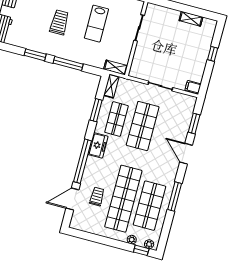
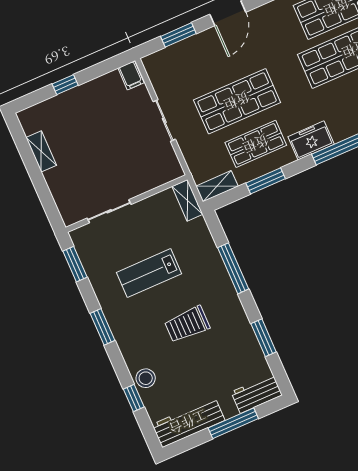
lab bench: (96, 24) -> (149, 273), turned 180
window: (35, 55) -> (264, 338), moved

